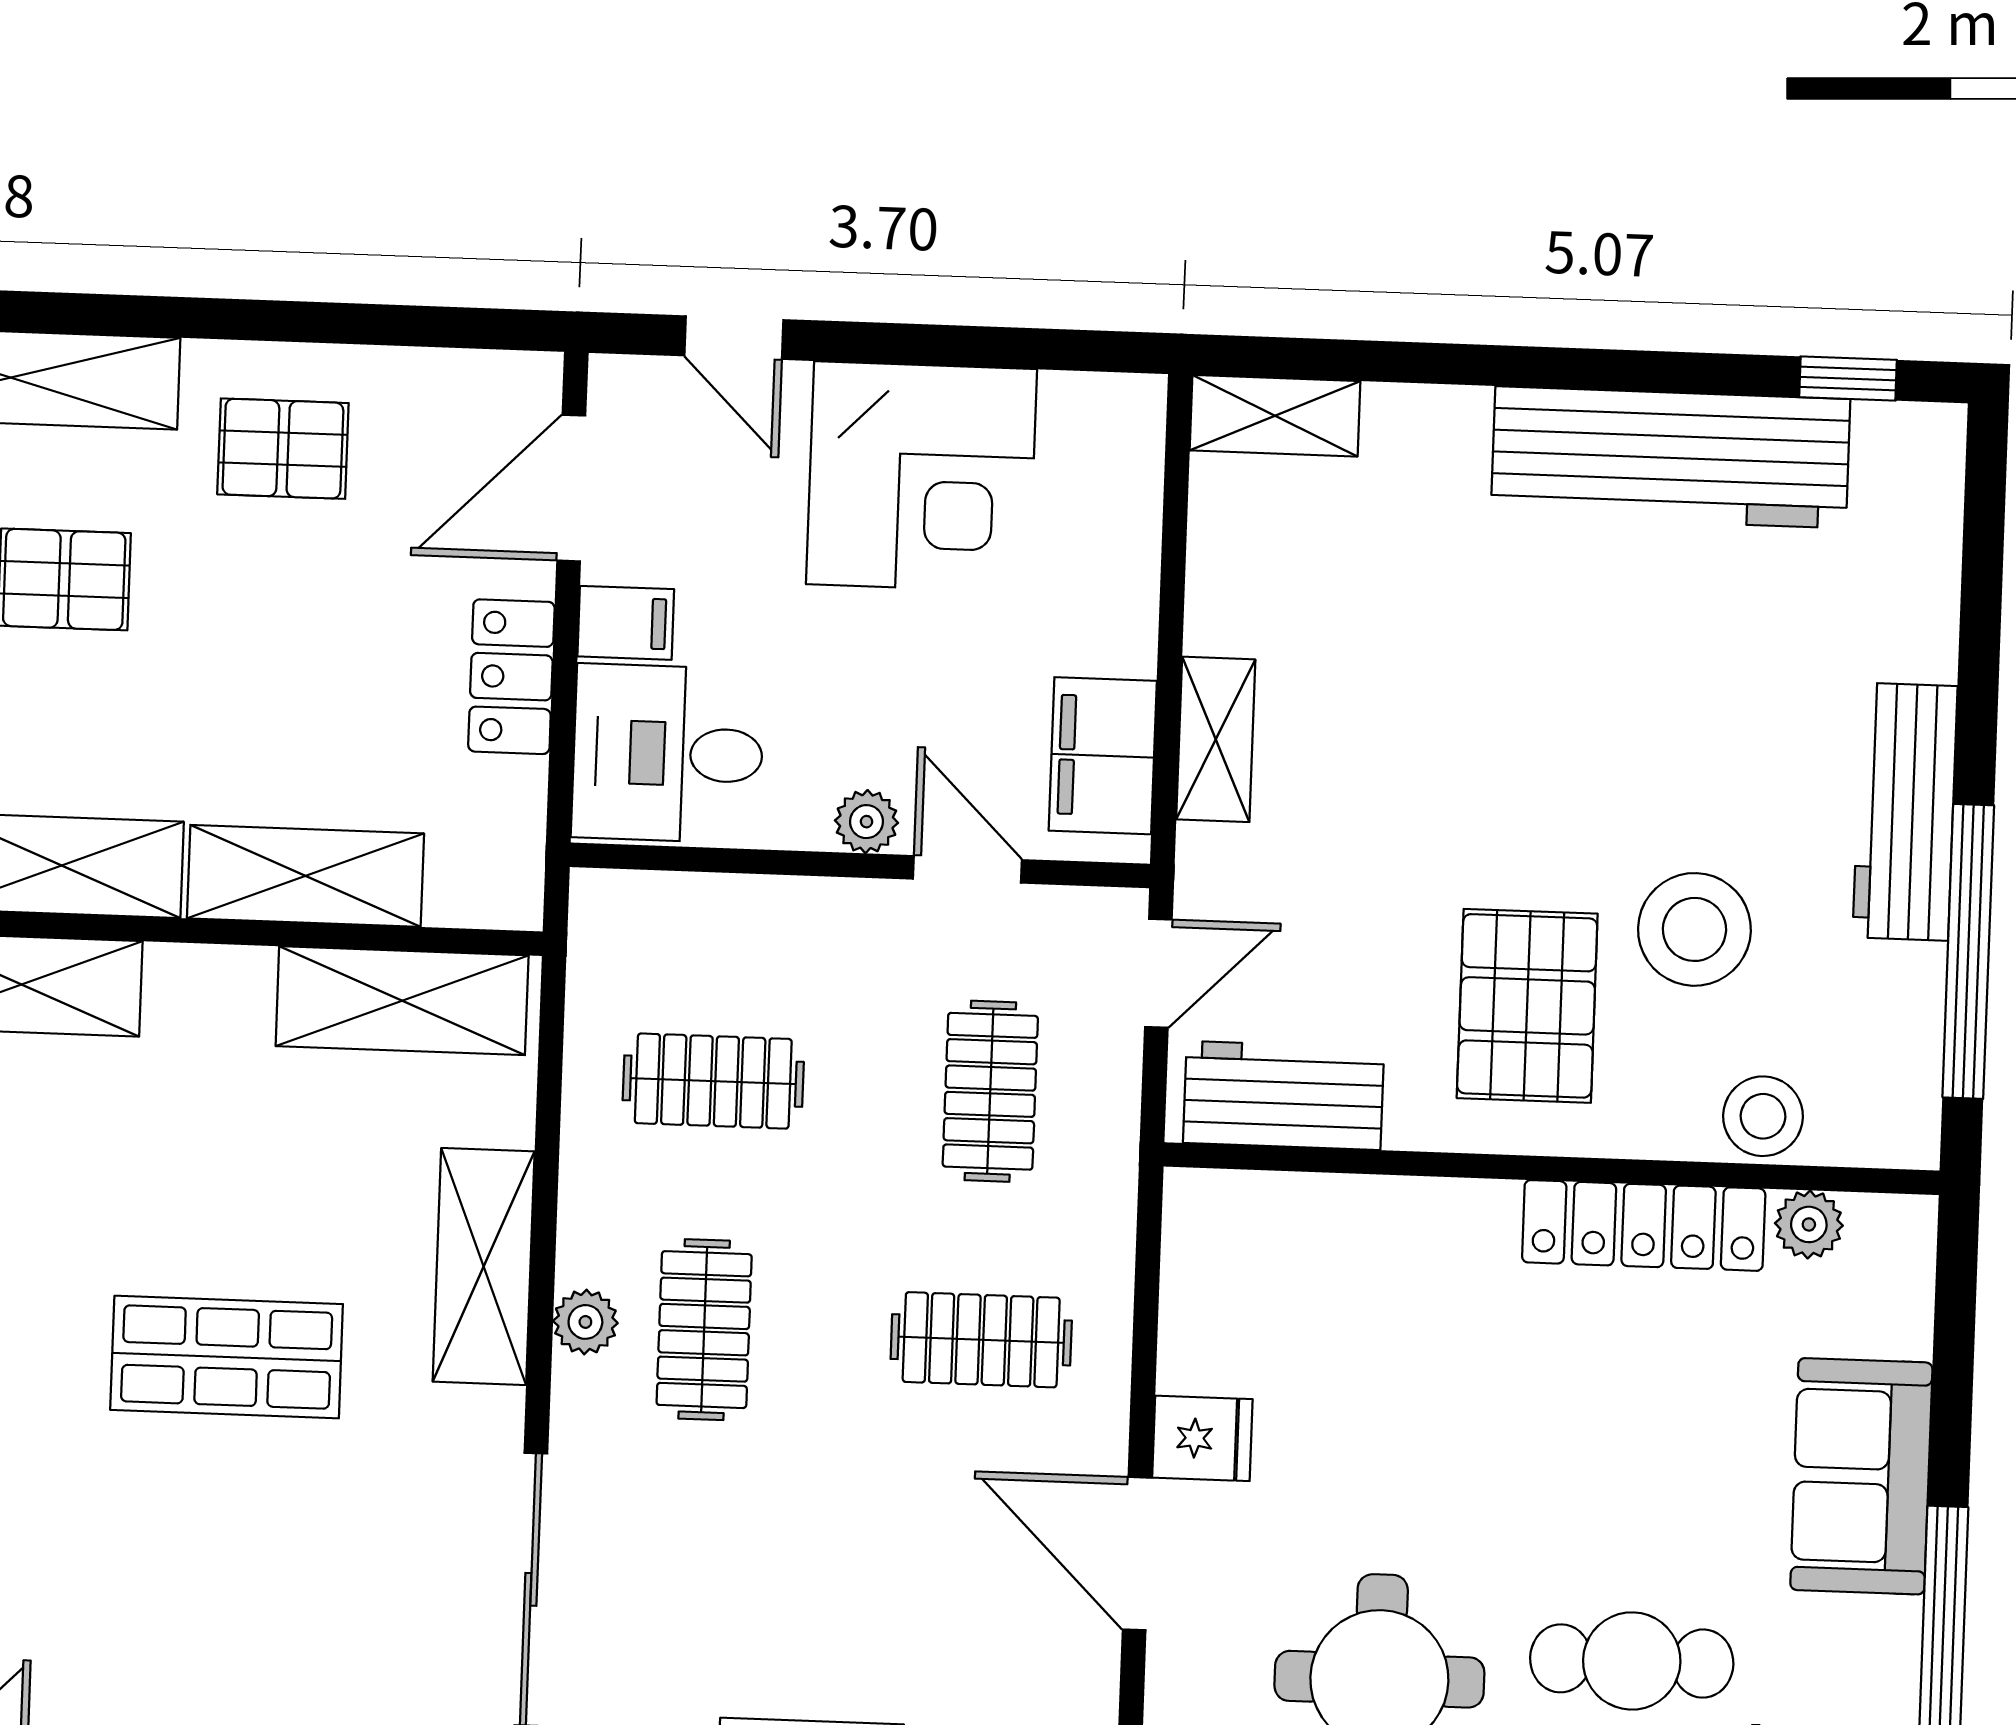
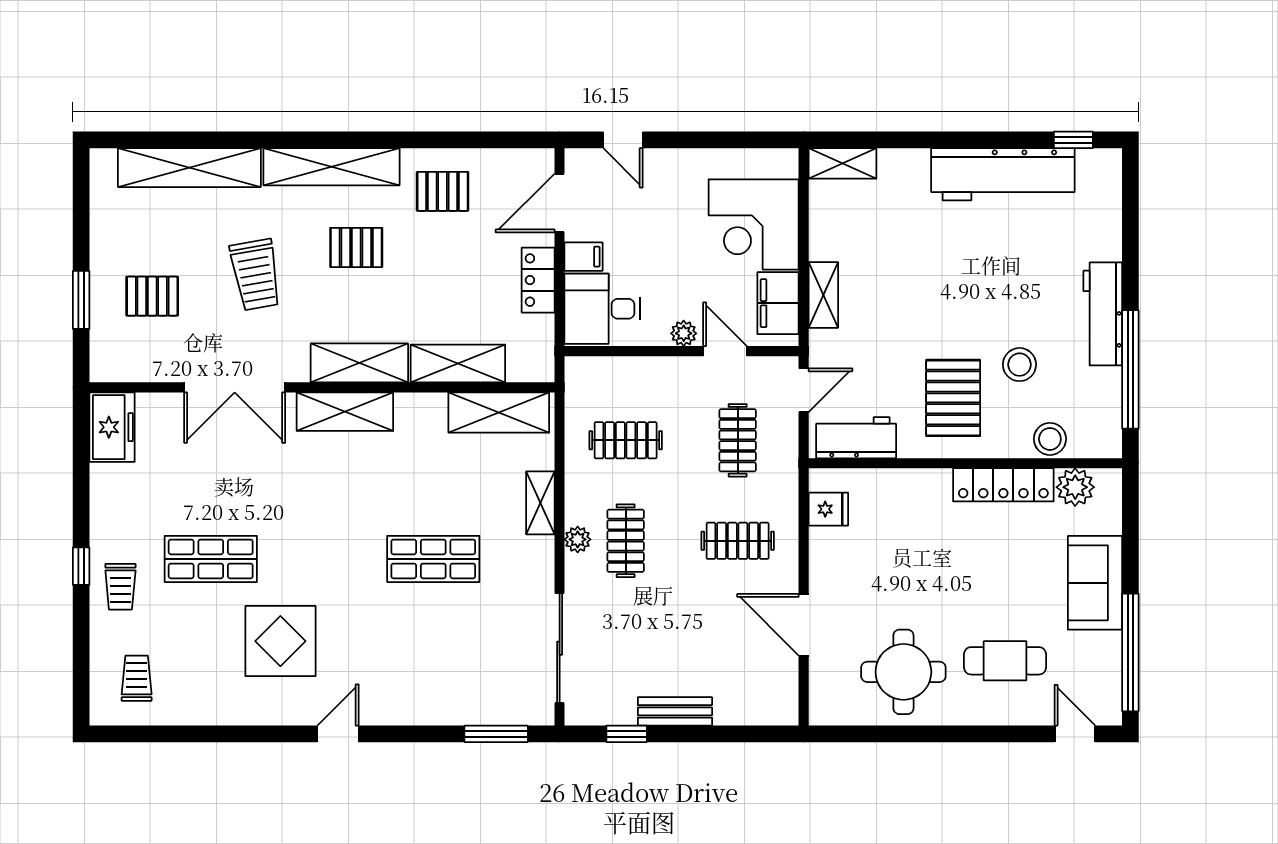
corner desk: (922, 477) -> (754, 224), moved, turned 90
stool: (1694, 929) -> (1019, 365), width x0.73, depth x0.73
plant: (1809, 1224) -> (1075, 487), width x1.38, depth x1.38
shelving: (484, 1266) -> (540, 503), width x0.67, depth x0.75
fridge: (1202, 1438) -> (828, 509), moved

